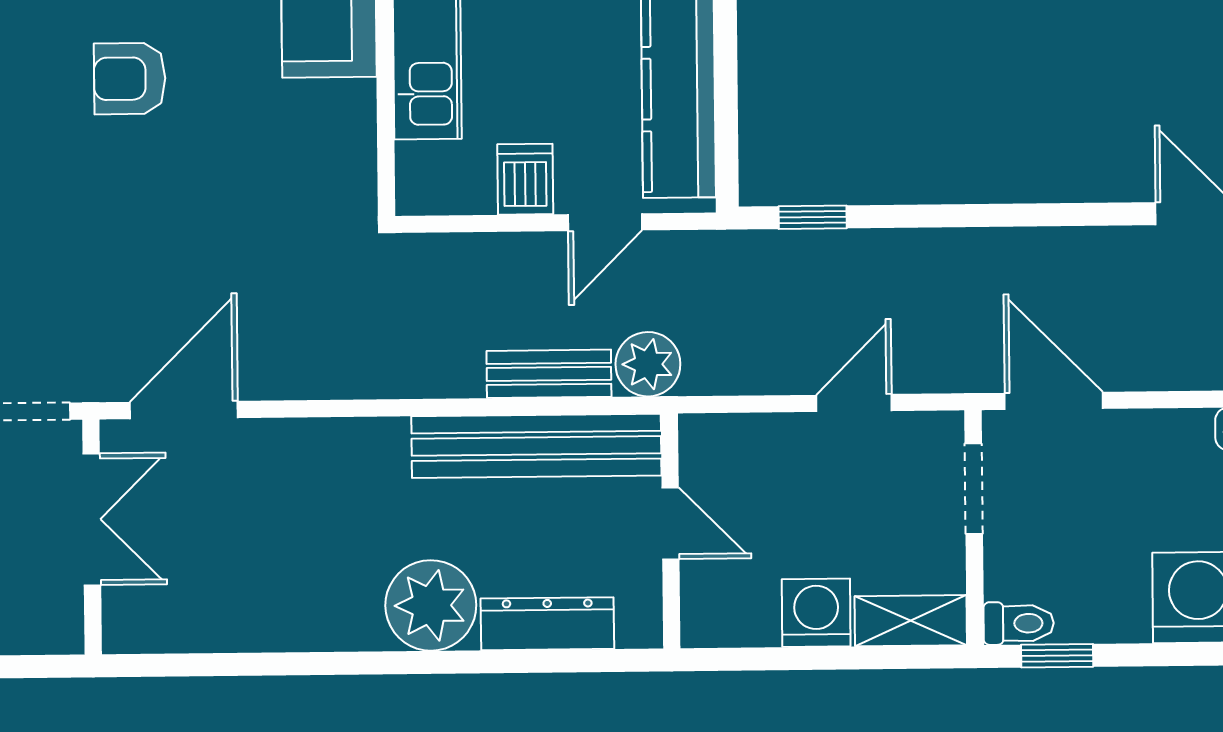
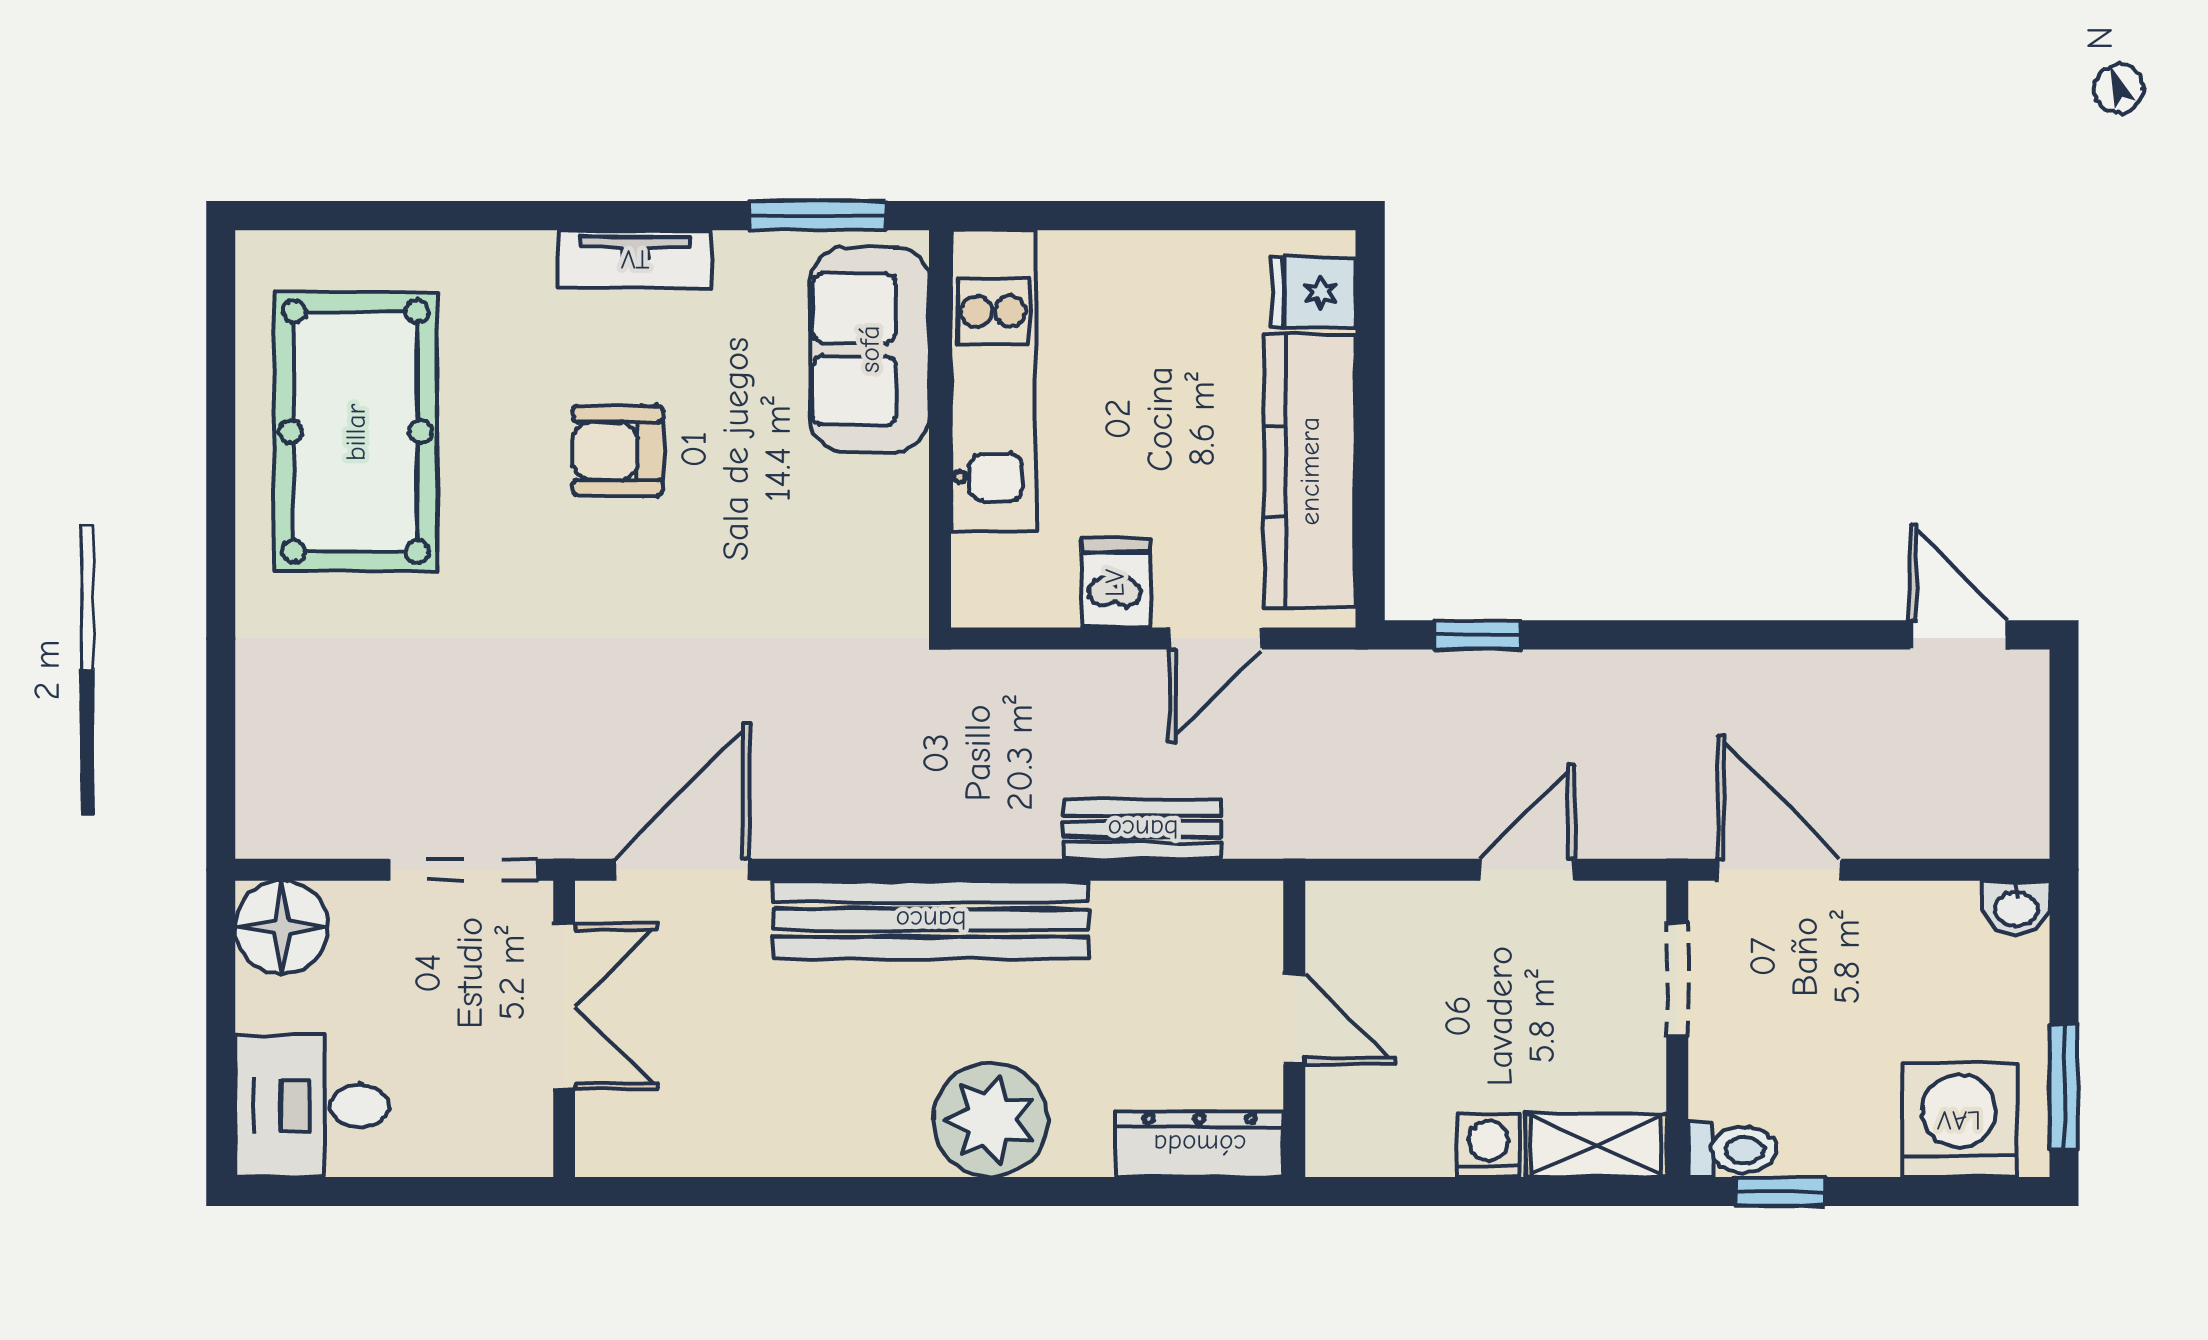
plant: (648, 364) -> (1268, 818), removed
bench: (536, 446) -> (931, 920), moved
washing machine: (816, 613) -> (1489, 1146), width x0.73, depth x0.73
dresser: (547, 624) -> (1200, 1144), moved

